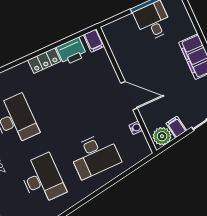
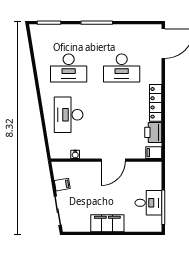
locker: (44, 61) -> (156, 103), width x1.53
door: (129, 96) -> (113, 160), moved
plant: (162, 136) -> (60, 171), removed

